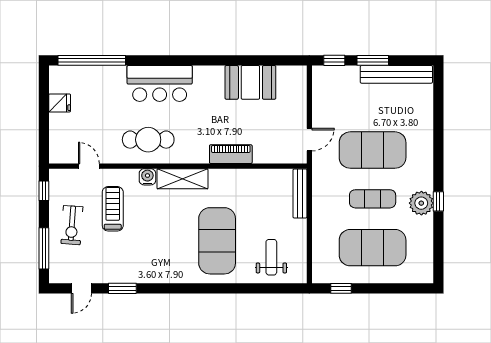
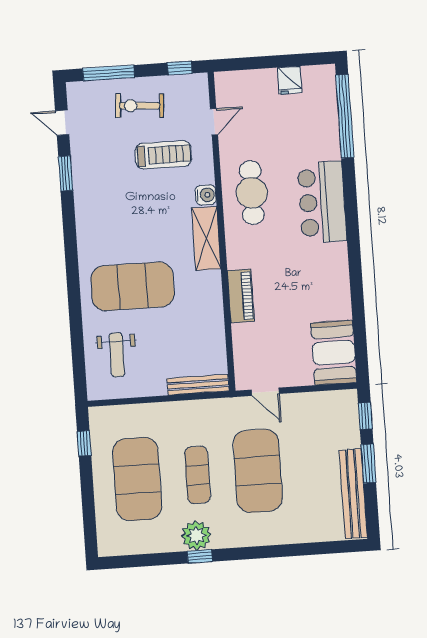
booth: (250, 82) -> (334, 353), moved
weight bench: (271, 257) -> (117, 355), turned 90

